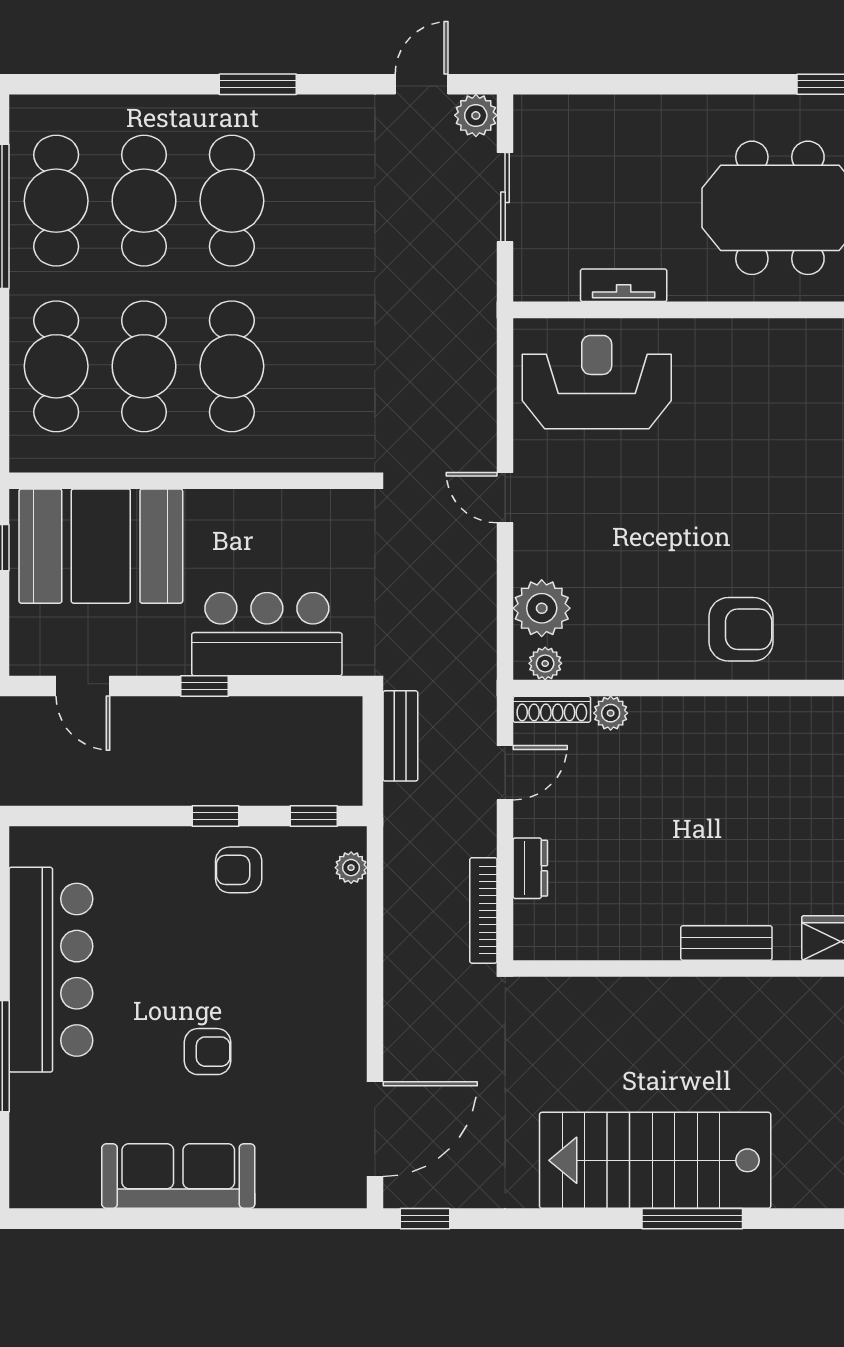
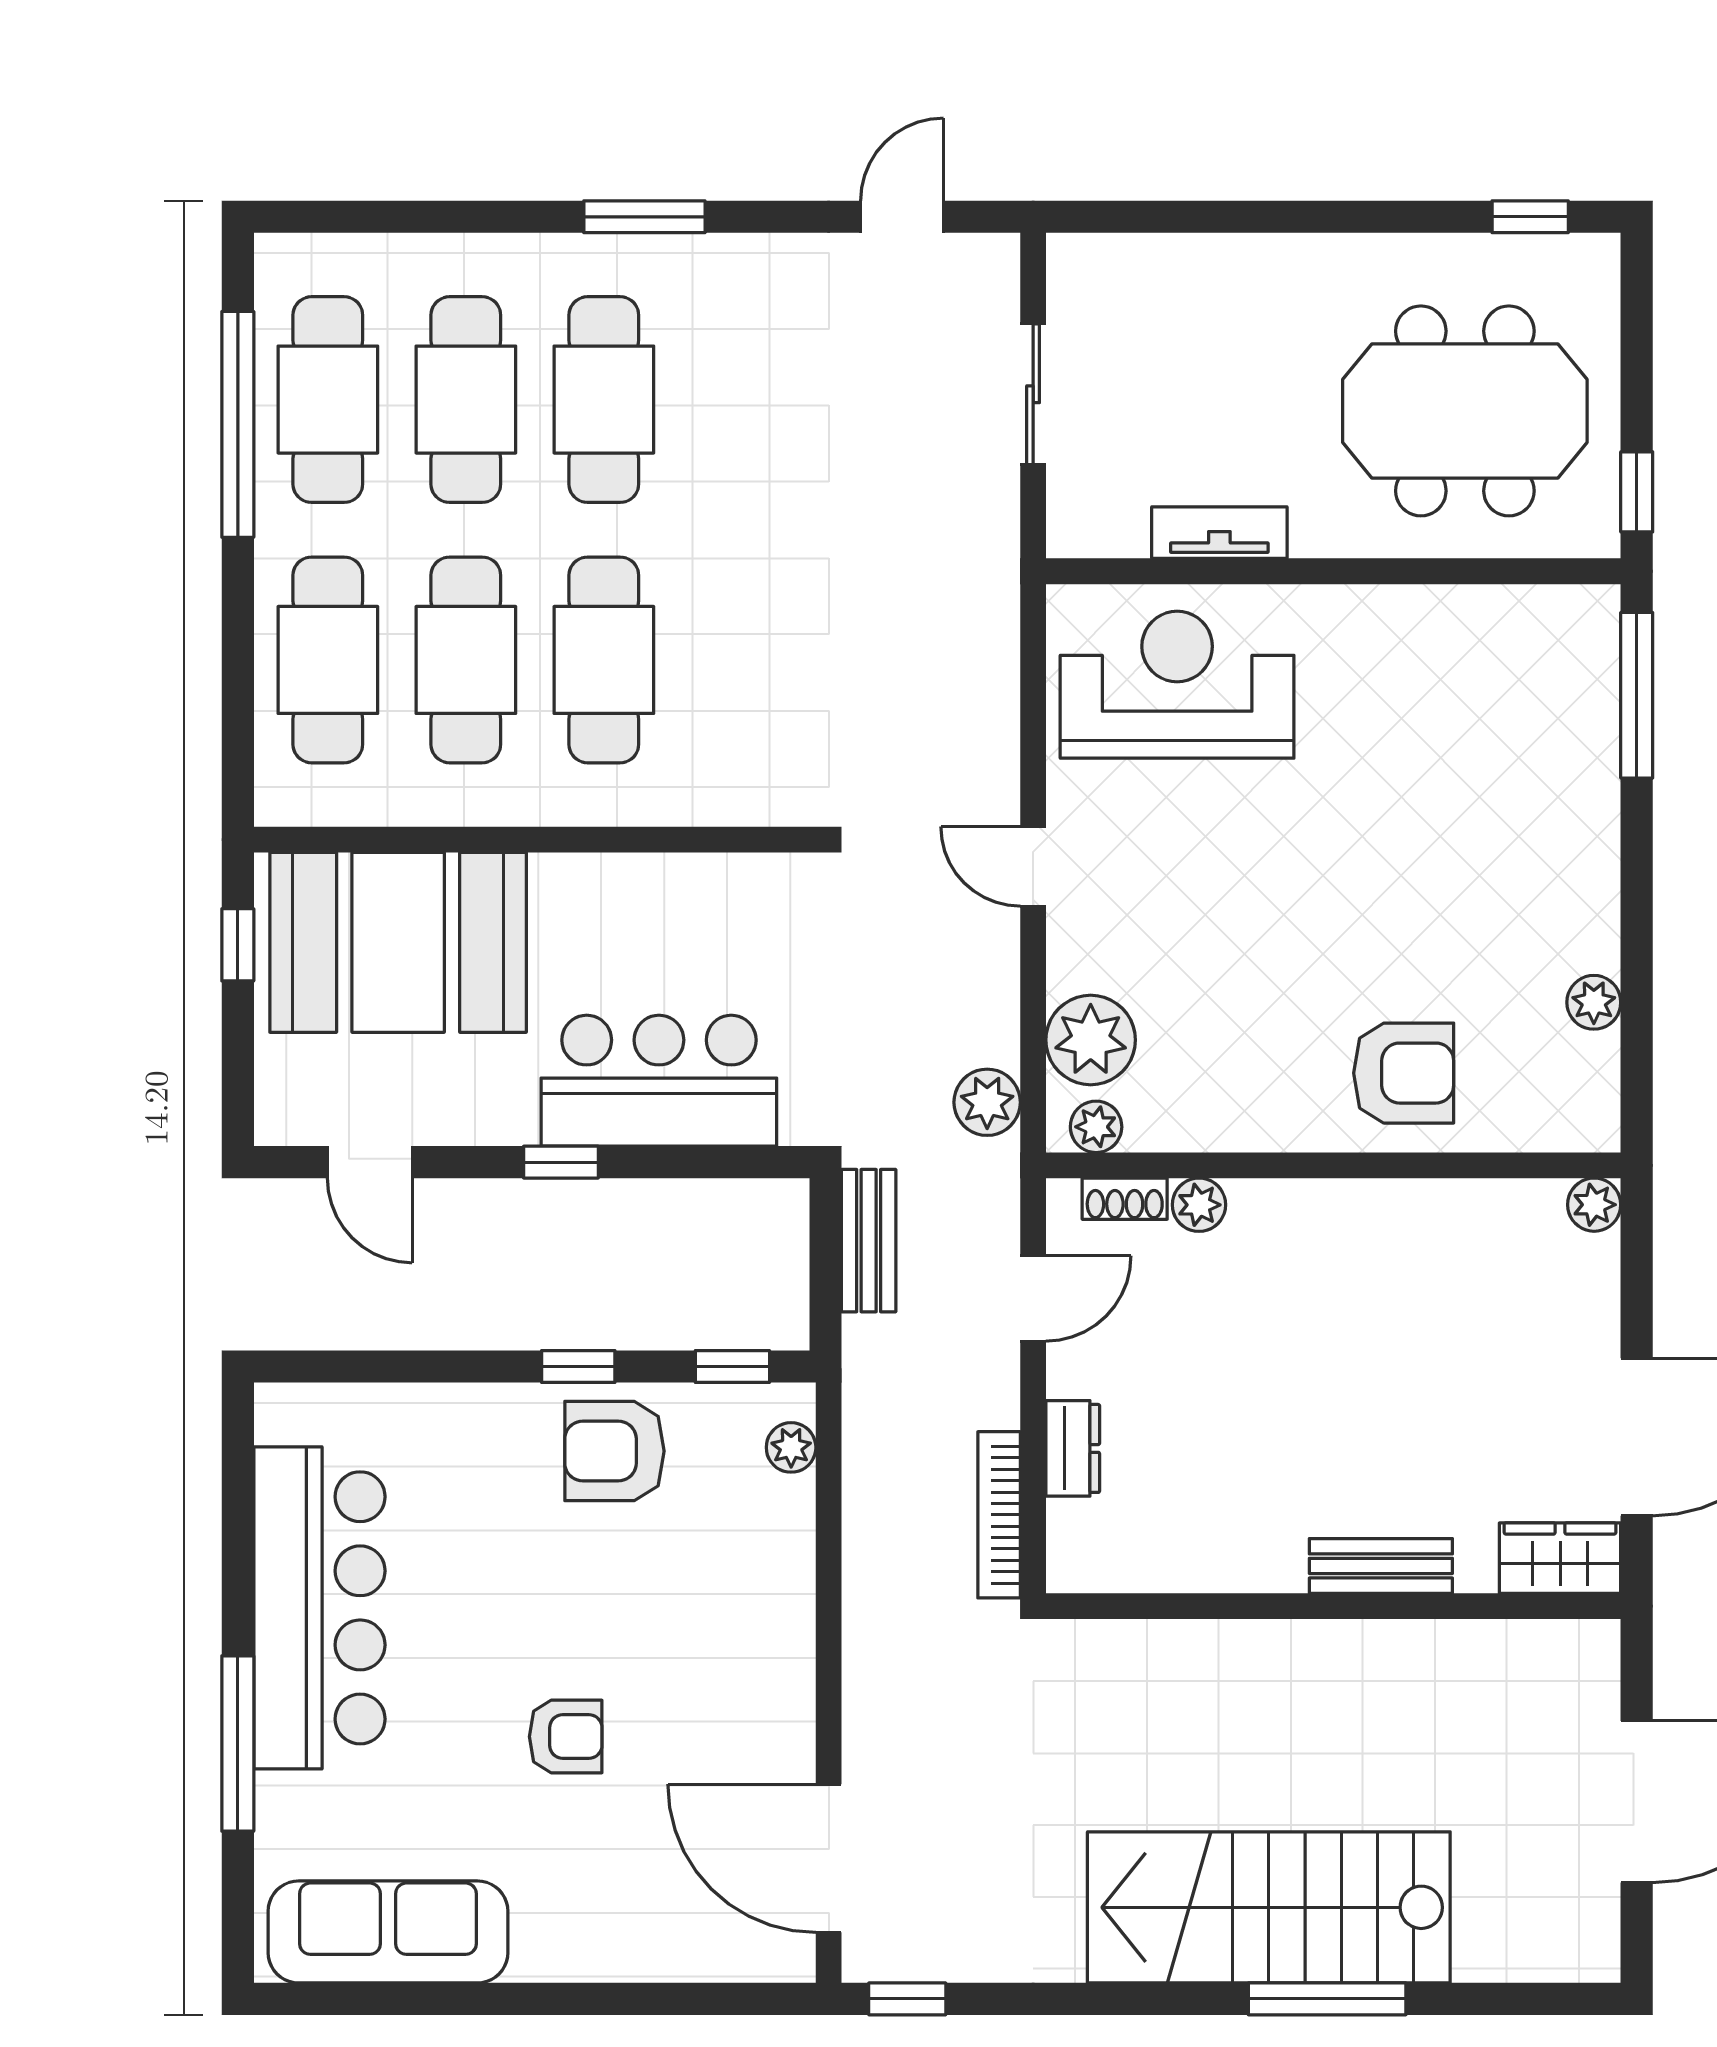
plant: (476, 115) -> (987, 1102), moved
shoe rack: (552, 709) -> (1125, 1199), width x0.70
armchair: (239, 870) -> (614, 1451), width x1.38, depth x1.38
door: (375, 1129) -> (829, 1858), swing flipped
sofa: (178, 1176) -> (388, 1932), moved

